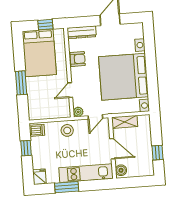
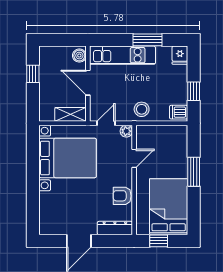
bed with nightstands: (124, 77) -> (68, 158), width x0.73

